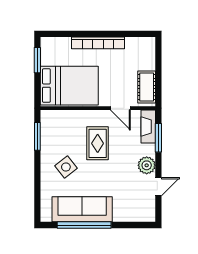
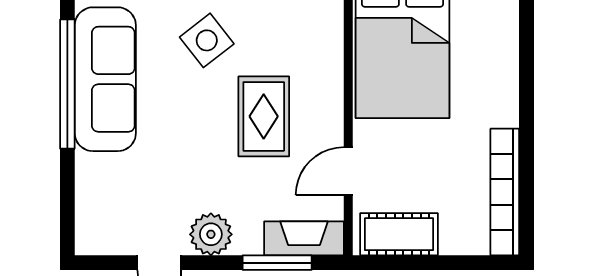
bookcase: (98, 43) -> (505, 192), moved
rug: (98, 143) -> (264, 116), turned 90

